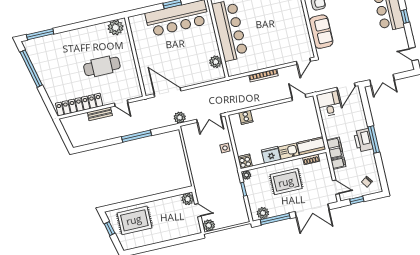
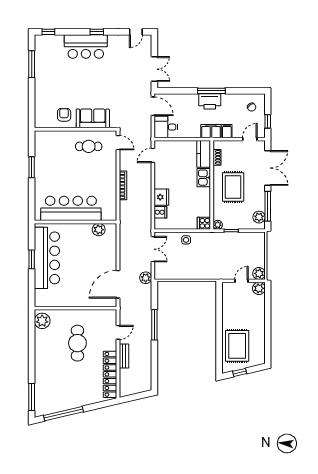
cafe table: (293, 34) -> (89, 146), added
fridge: (271, 155) -> (161, 197), moved, turned 180
plant: (188, 199) -> (259, 288), moved

